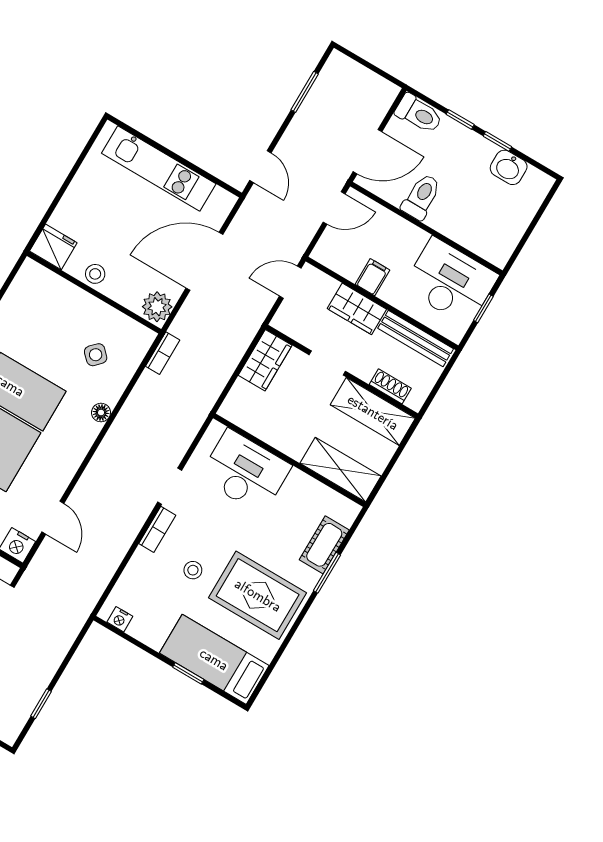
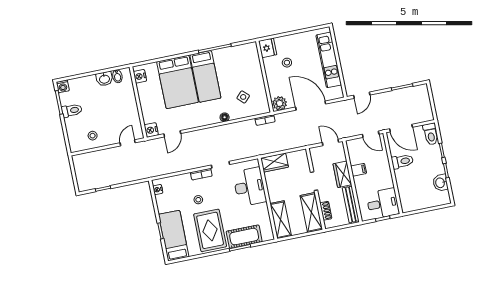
stool: (95, 274) -> (287, 63), moved
desk: (450, 282) -> (383, 204), width x0.73
wardrobe: (265, 360) -> (275, 163), moved
cot: (324, 545) -> (244, 237), width x1.37, depth x1.34

